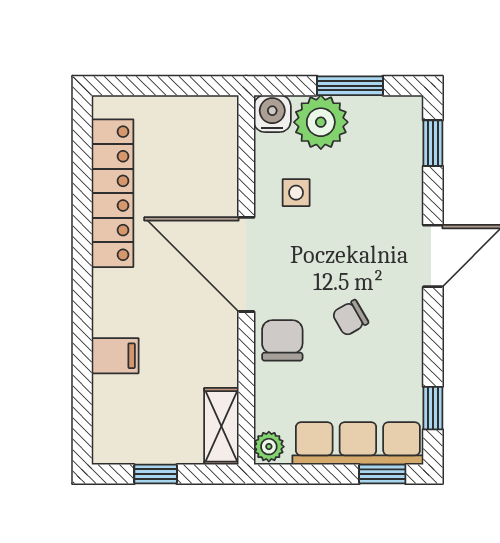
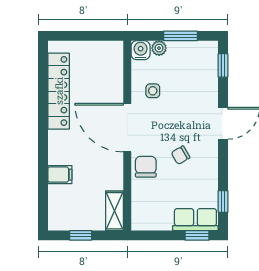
plant: (321, 122) -> (159, 48), width x0.53, depth x0.53
row of seats: (358, 443) -> (195, 220), width x0.68
plant: (269, 447) -> (139, 221), removed

